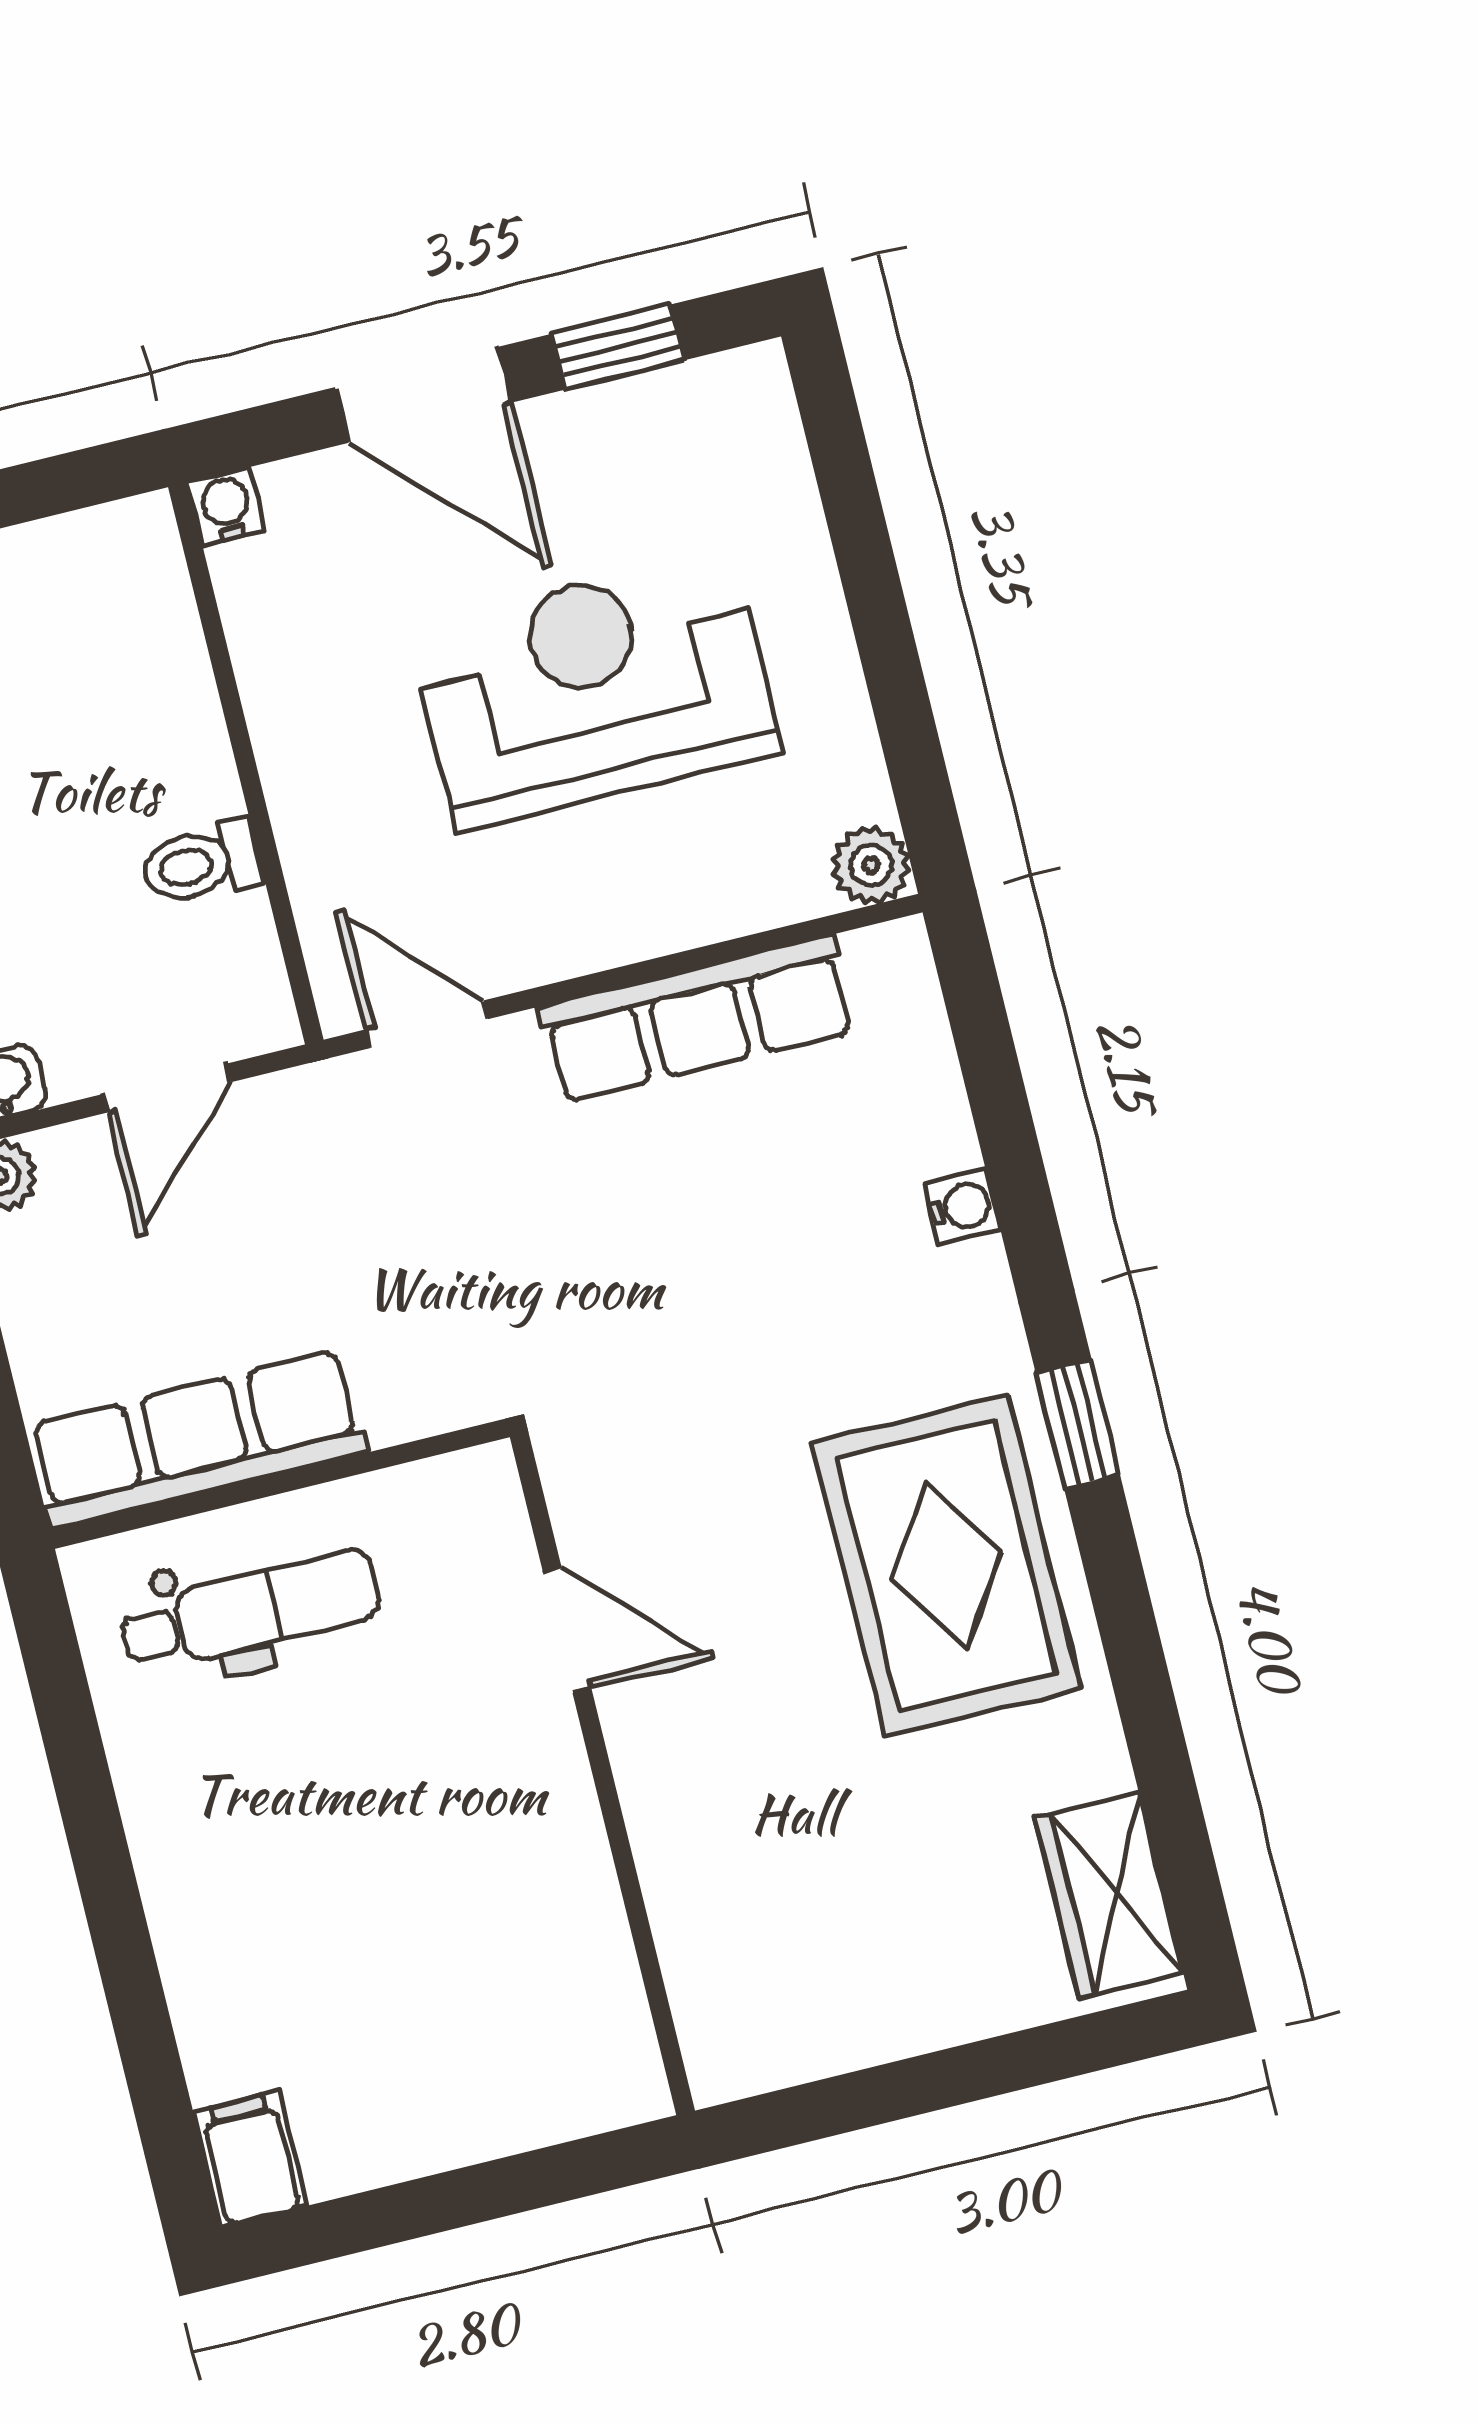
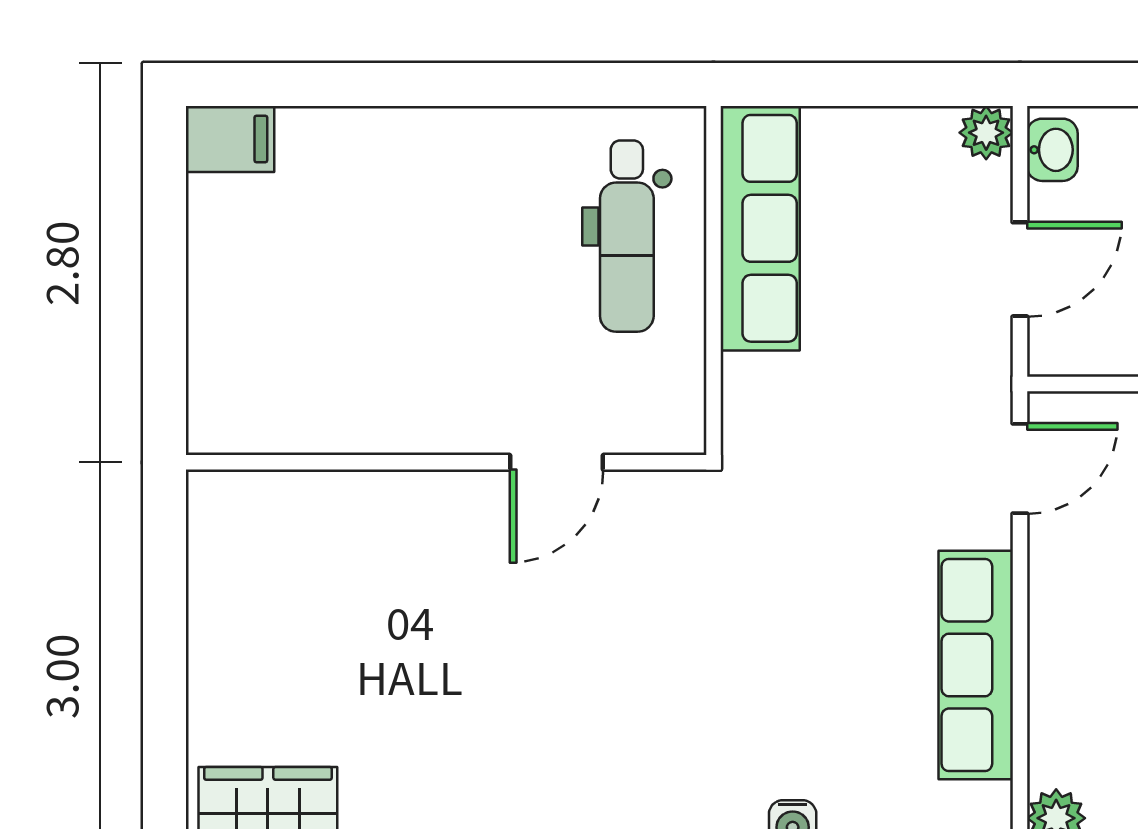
door: (167, 1088) -> (1020, 269), swing flipped
rug: (947, 1566) -> (536, 748), removed

